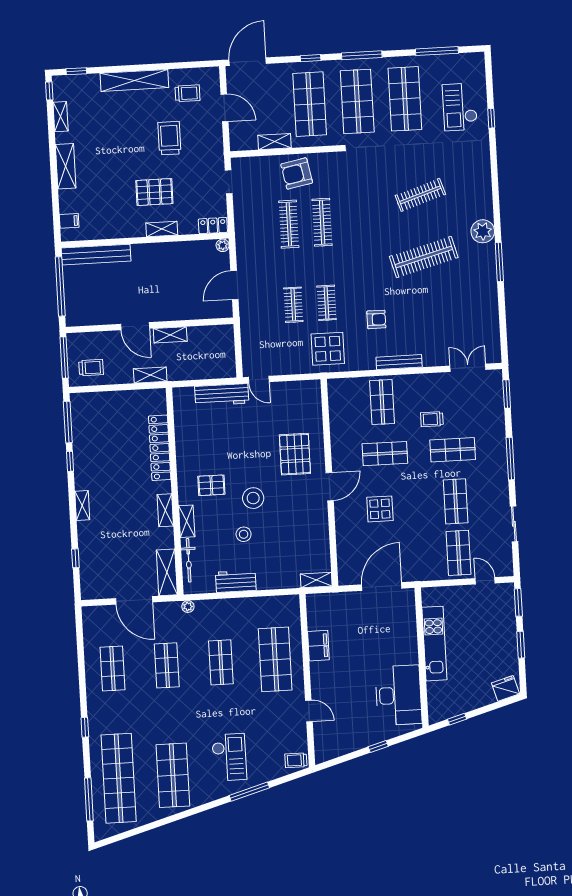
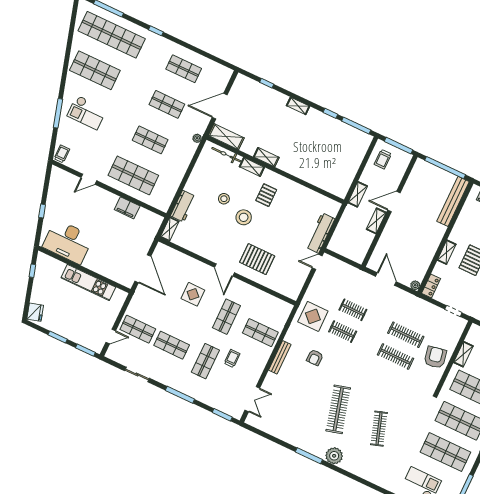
locker: (160, 448) -> (308, 175), removed
workbench: (236, 581) -> (183, 206), moved

